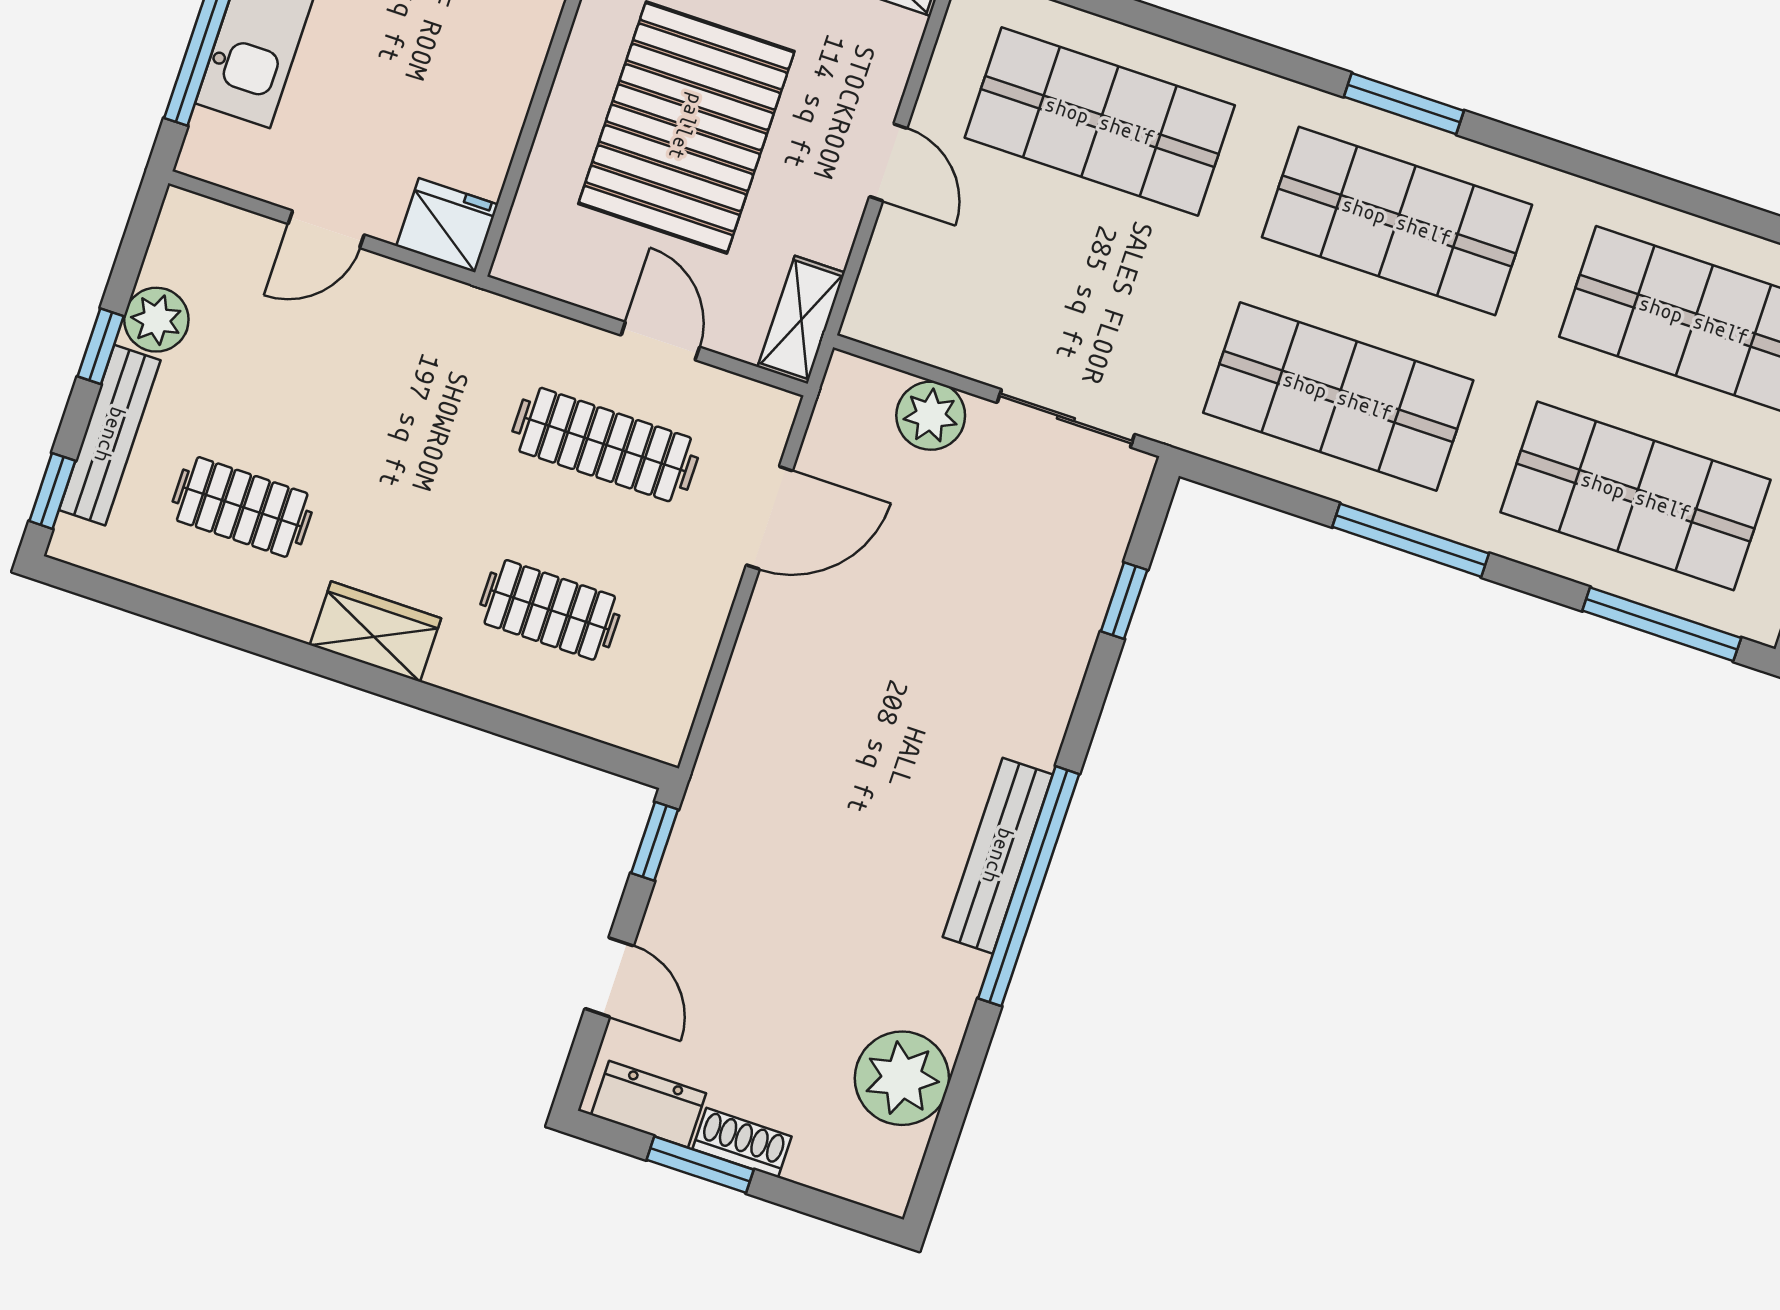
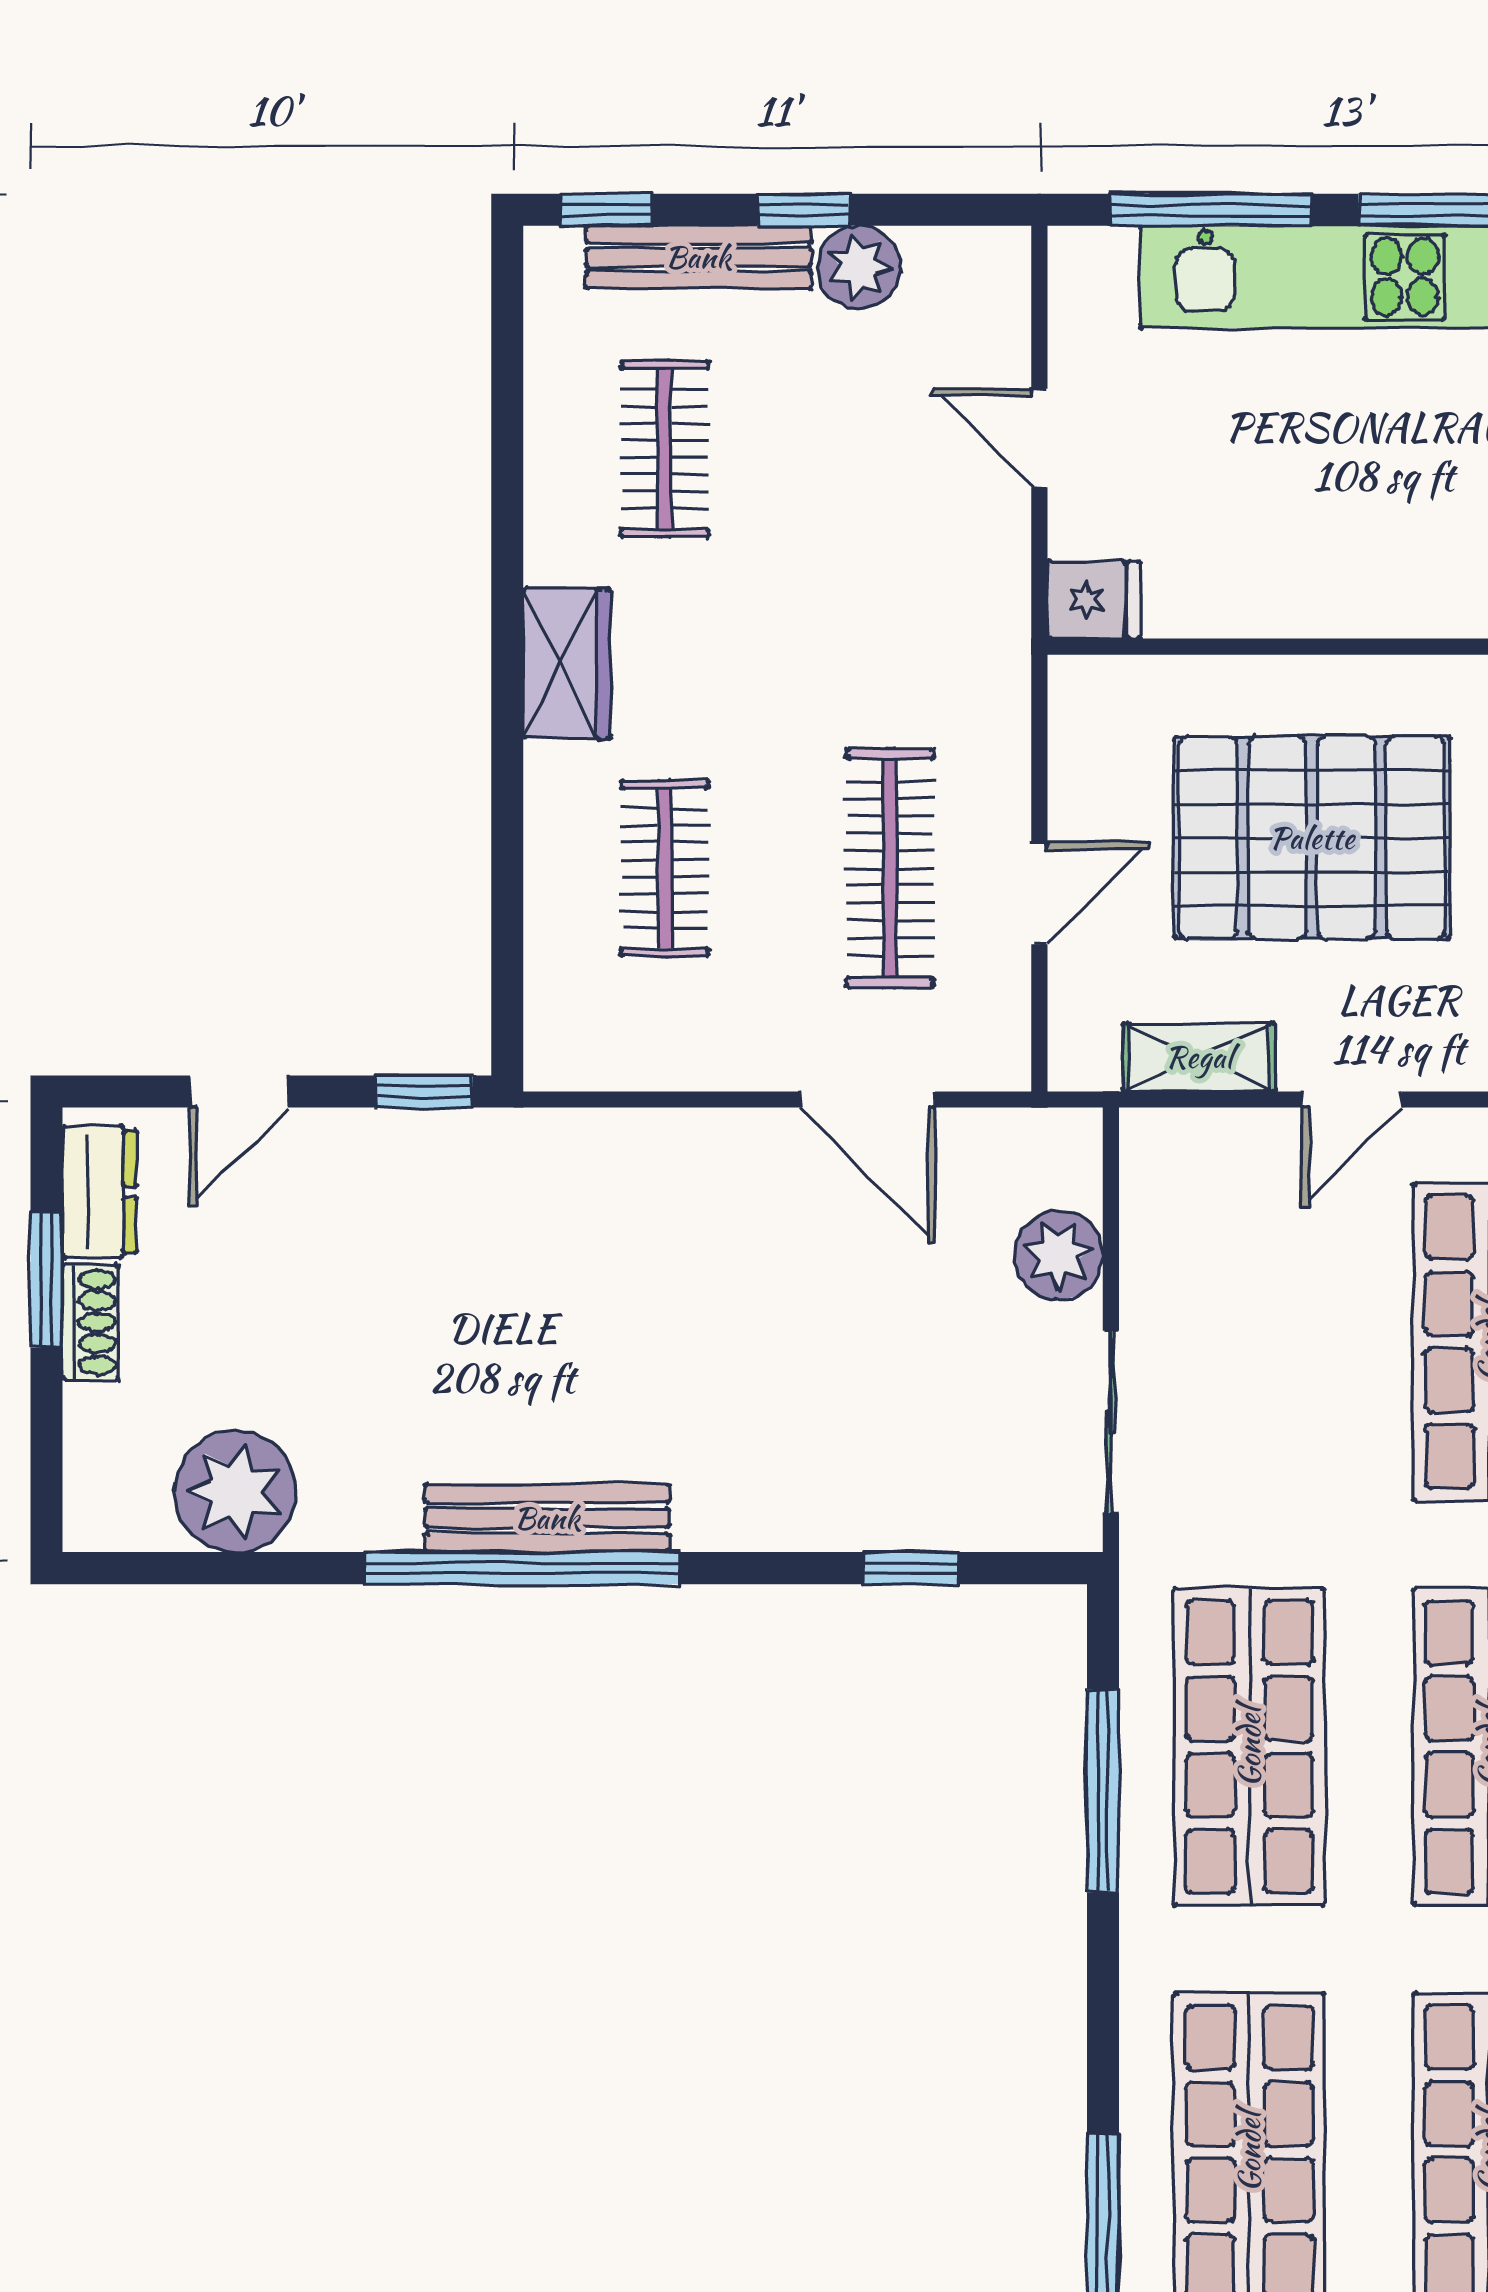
fridge: (447, 225) -> (1094, 600), width x0.72
shelving: (801, 320) -> (1199, 1057), moved
window: (1411, 540) -> (1103, 1791), moved

